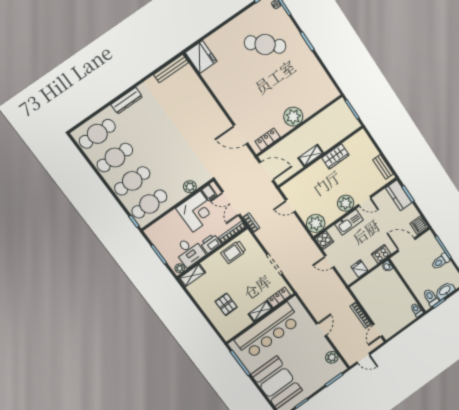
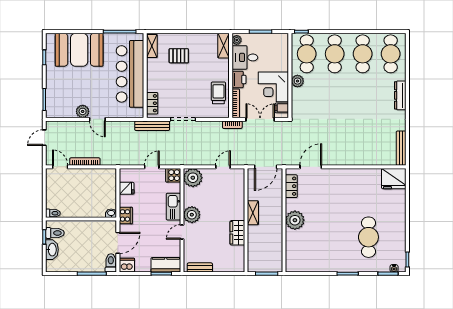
cafe table: (265, 45) -> (368, 237), turned -41
plant: (190, 187) -> (297, 81), moved
toilet: (440, 261) -> (111, 263), moved
bench: (297, 285) -> (152, 126), added
shelving: (260, 311) -> (152, 46), moved
plant: (332, 357) -> (83, 111), moved

